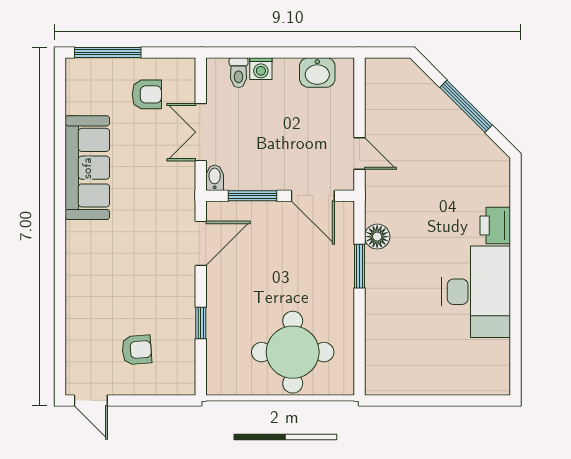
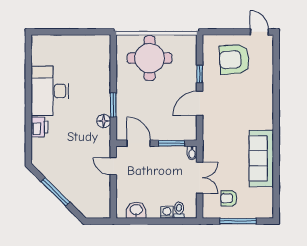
window: (108, 52) -> (238, 221), moved
door: (201, 243) -> (200, 103), moved
armchair: (137, 350) -> (234, 59), width x1.88, depth x1.88

